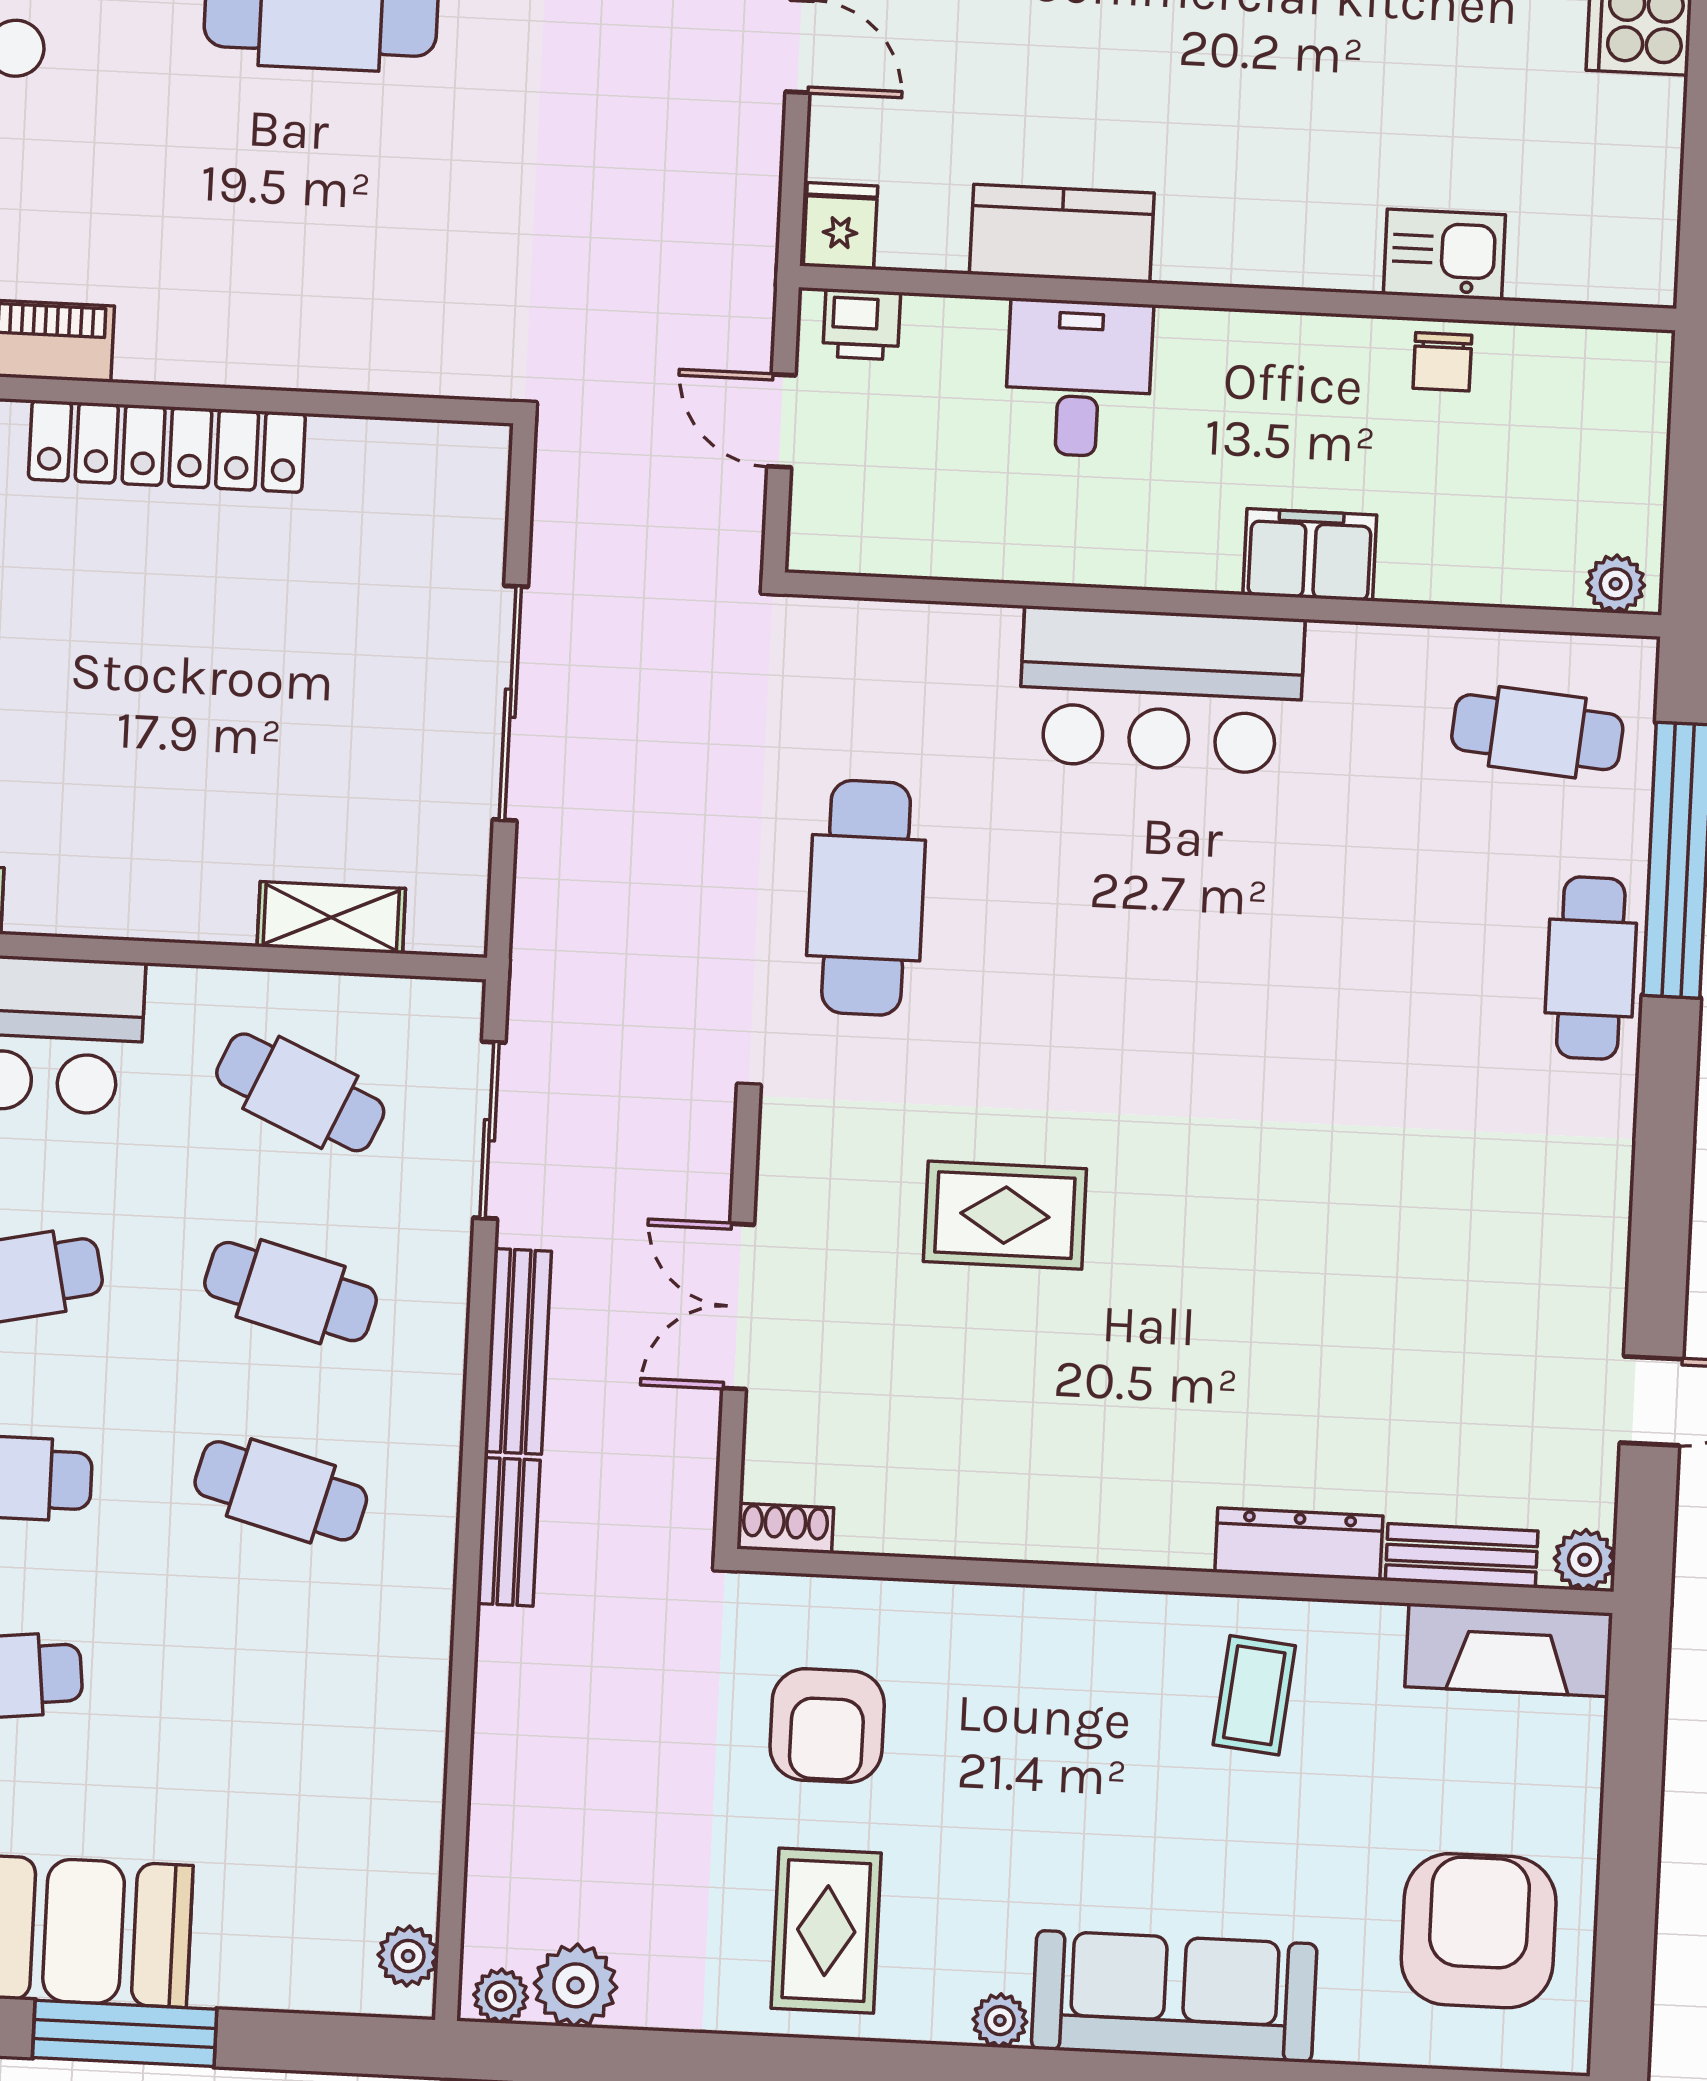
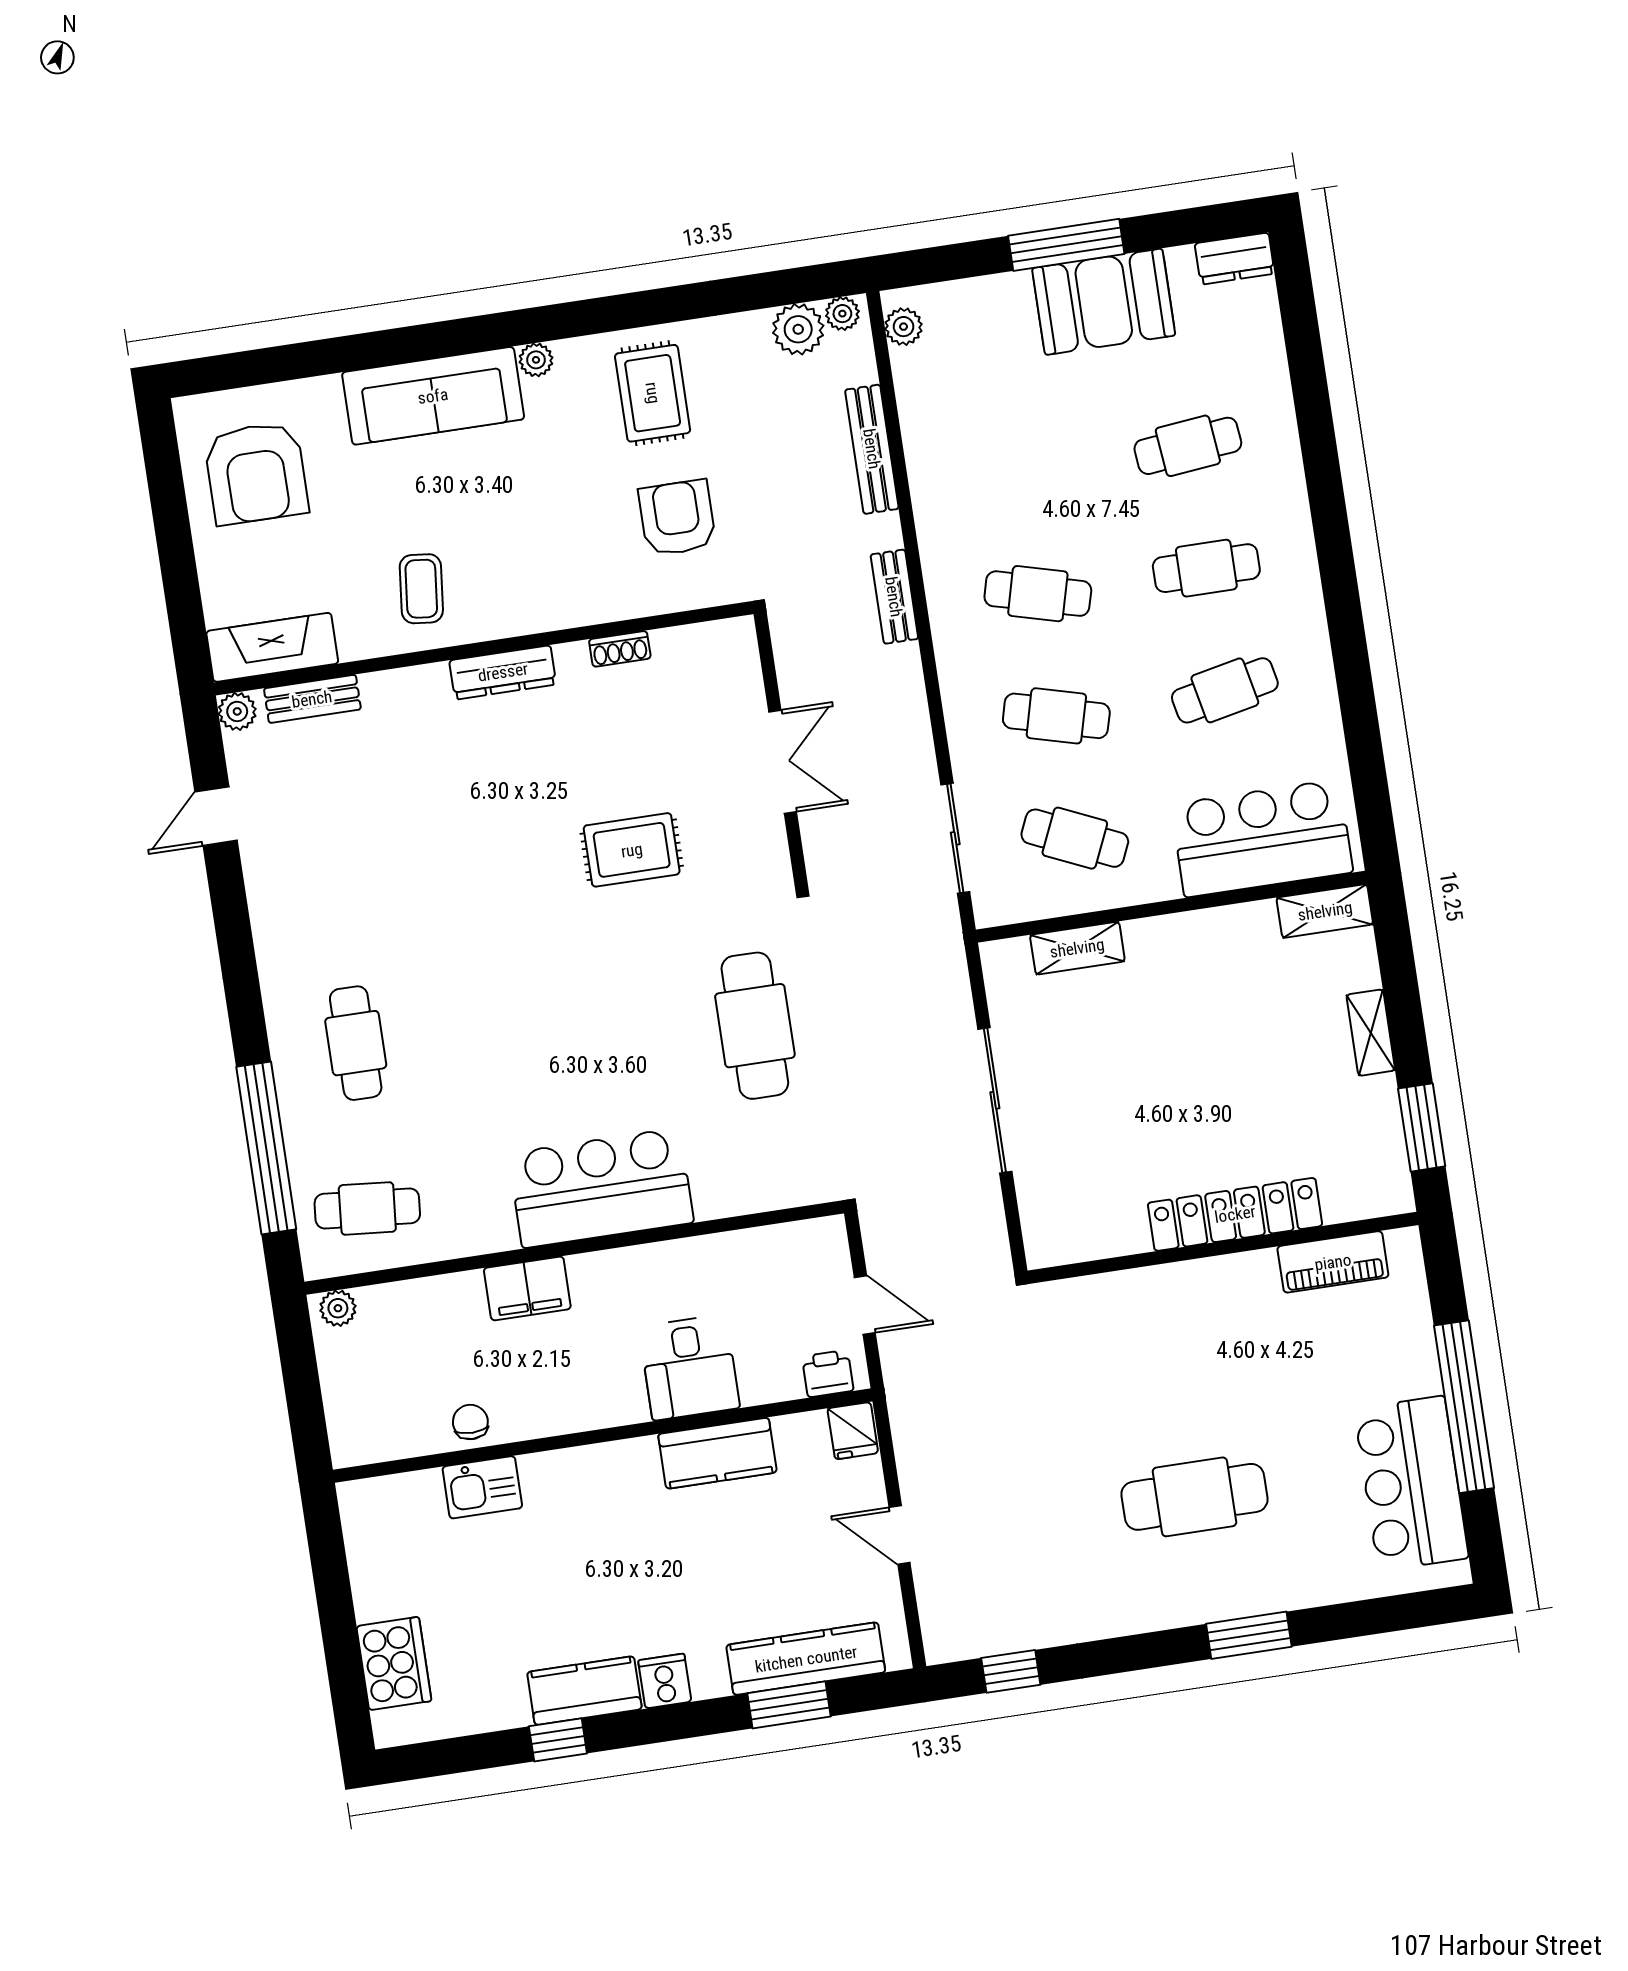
cafe table: (1591, 968) -> (356, 1043), moved
bench: (518, 1351) -> (872, 449), moved
shoe rack: (785, 1528) -> (620, 649), moved
dresser: (1299, 1544) -> (503, 672), moved

